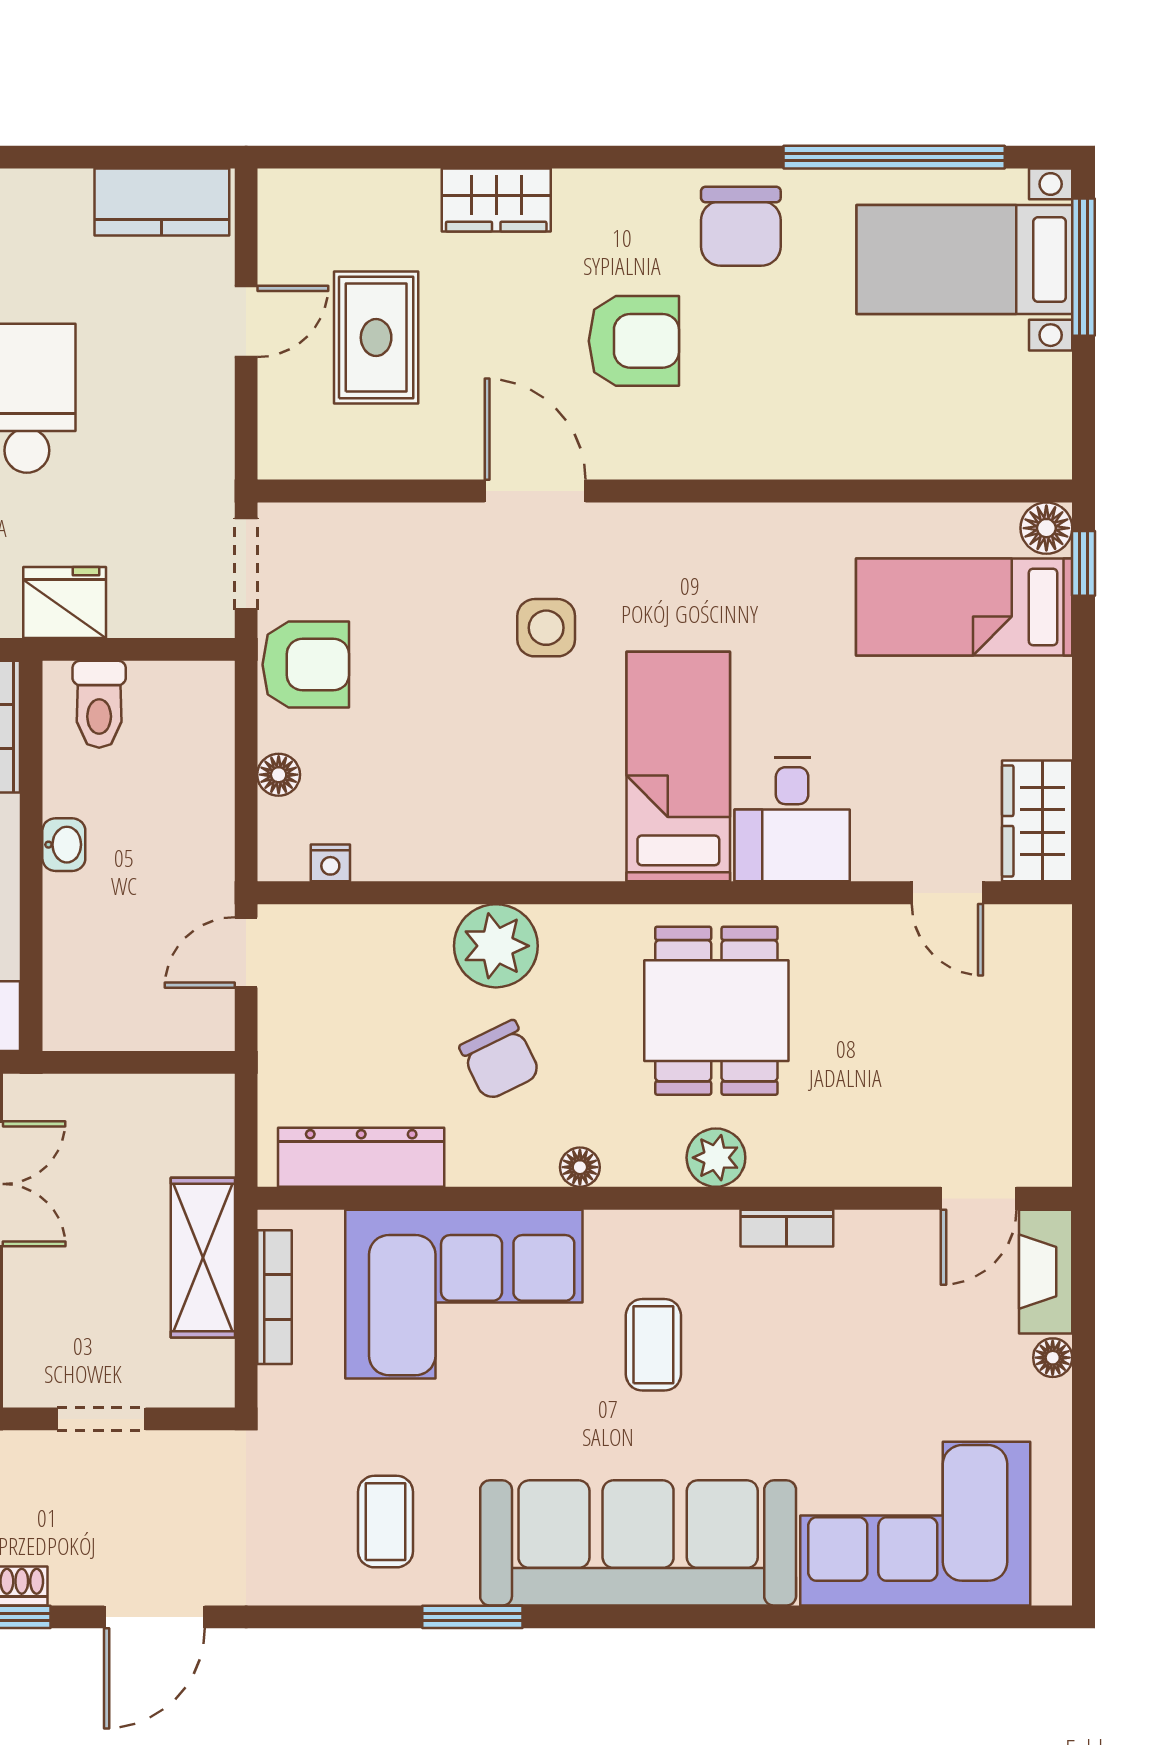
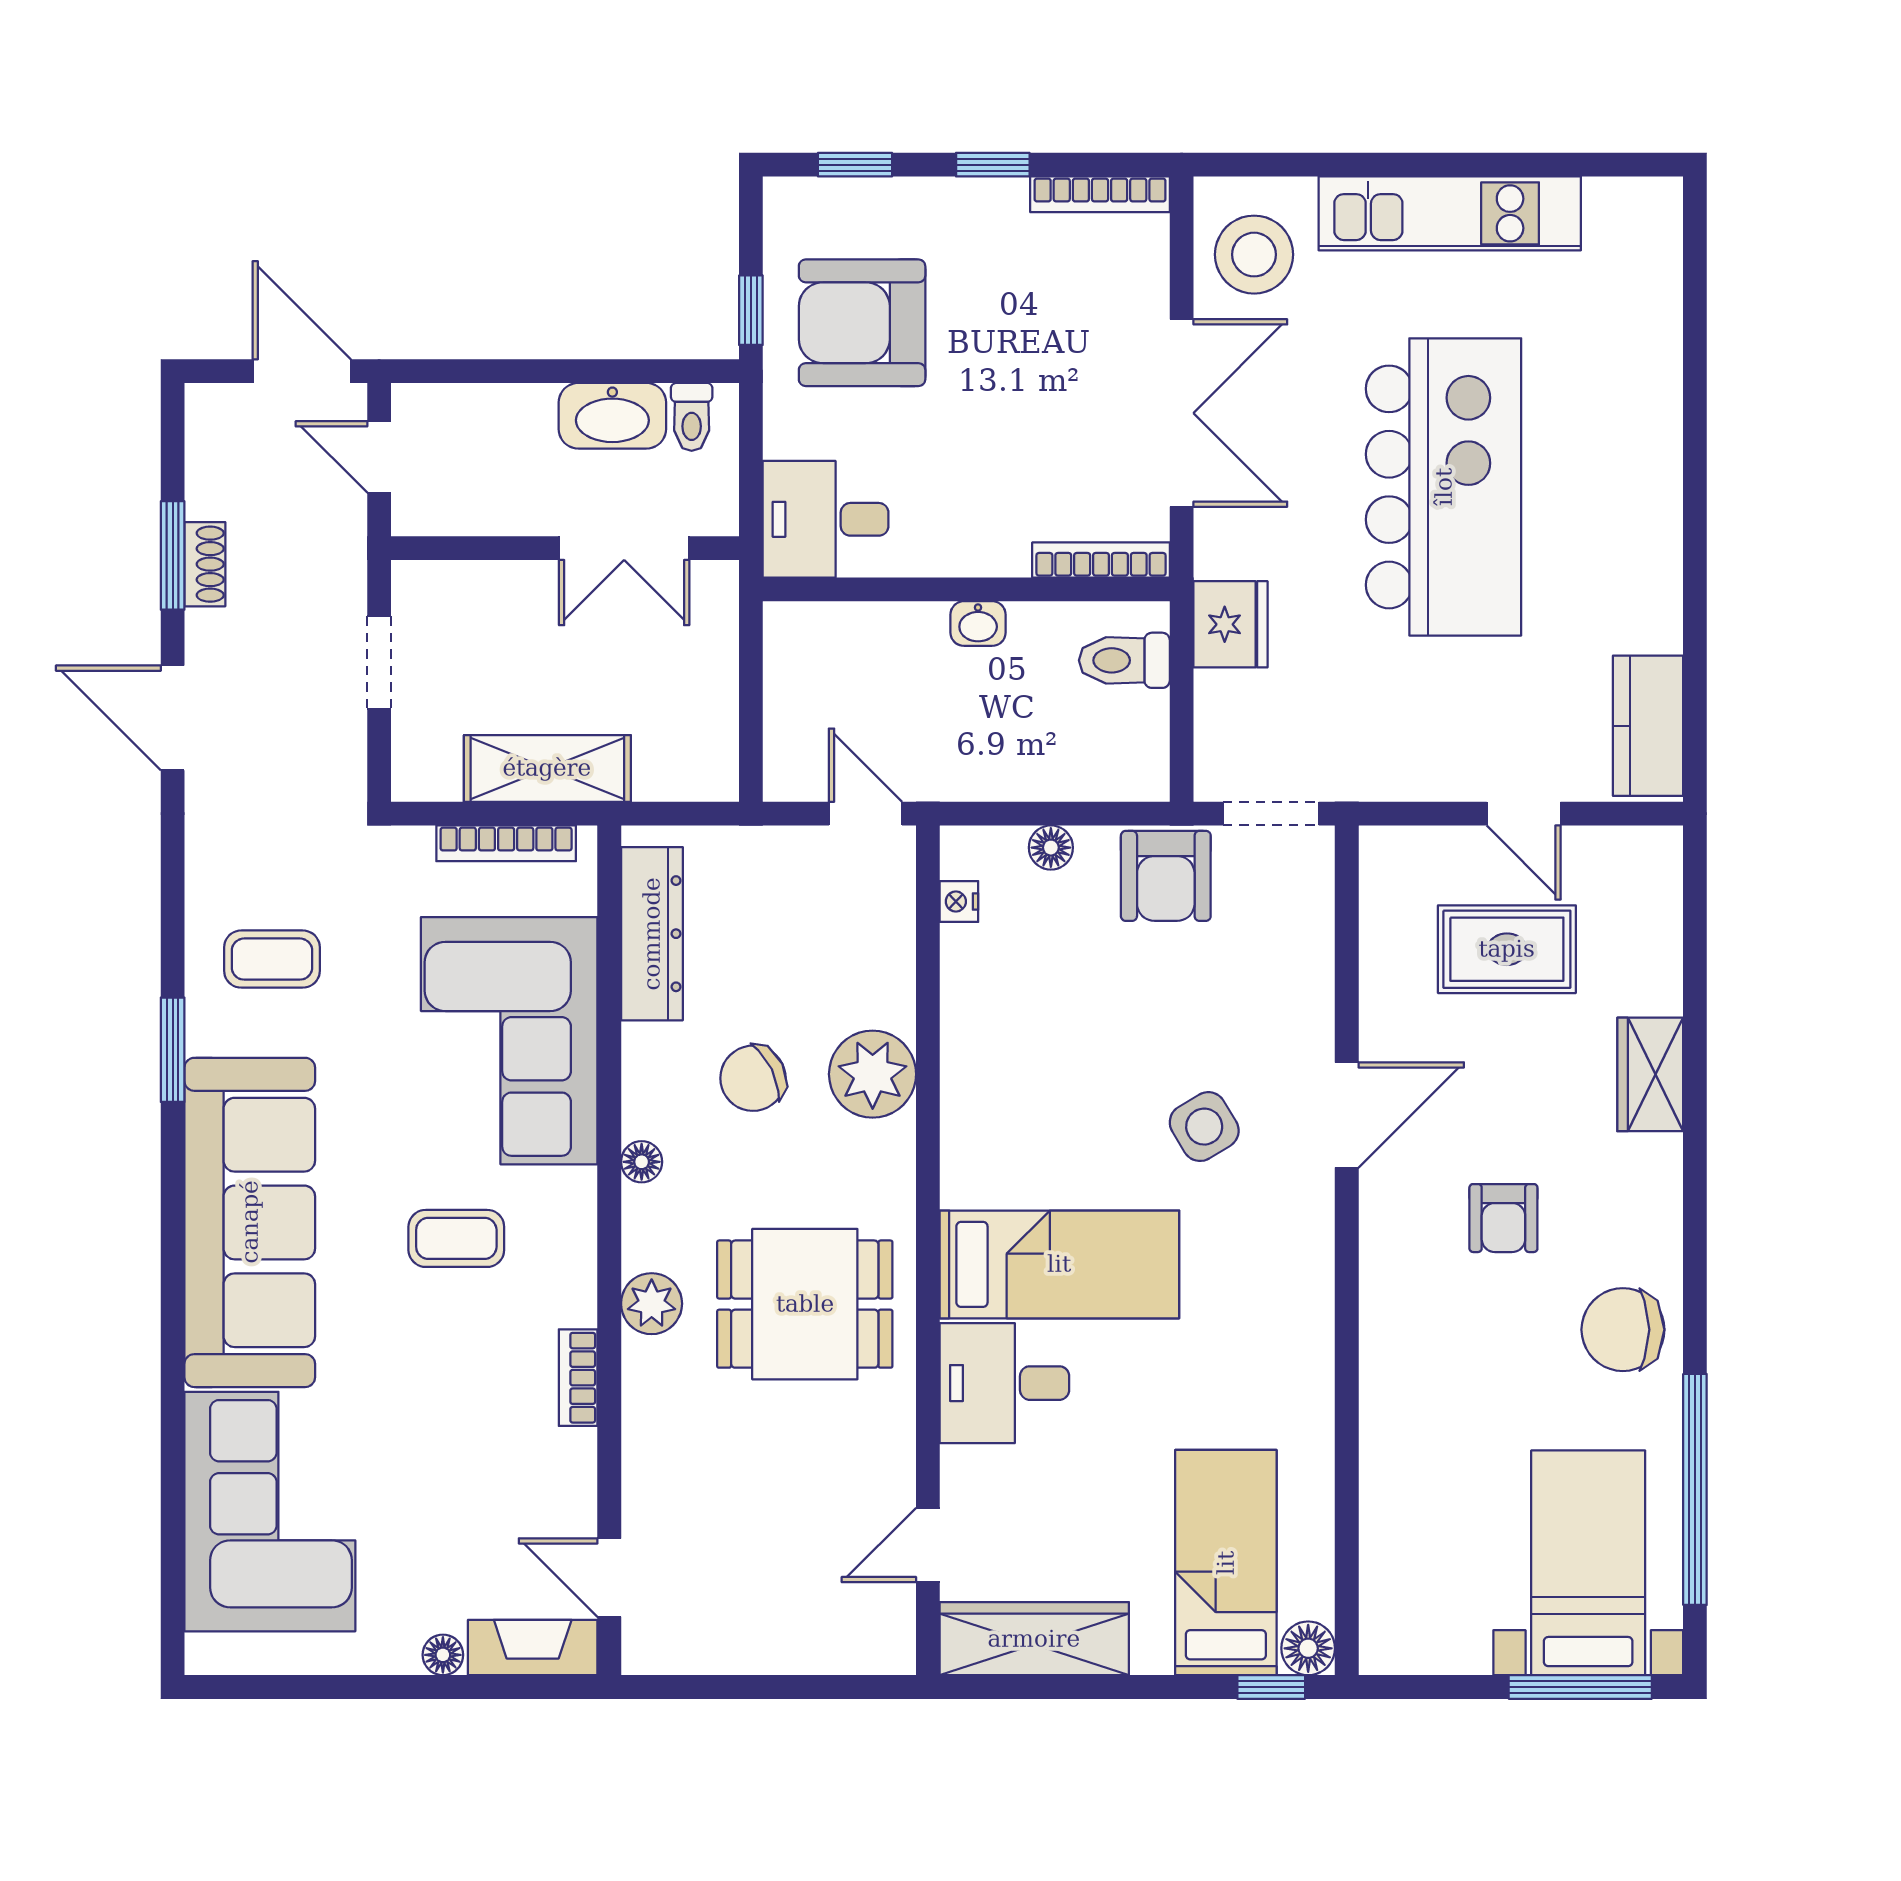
armchair: (634, 341) -> (1503, 1218), width x0.72, depth x0.72
side table: (546, 628) -> (1204, 1127), turned -31
wardrobe: (1037, 821) -> (1034, 1639), width x1.50

